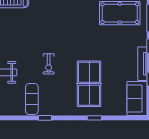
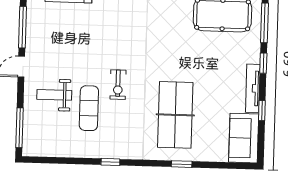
exercise mat: (32, 99) -> (89, 108), moved

